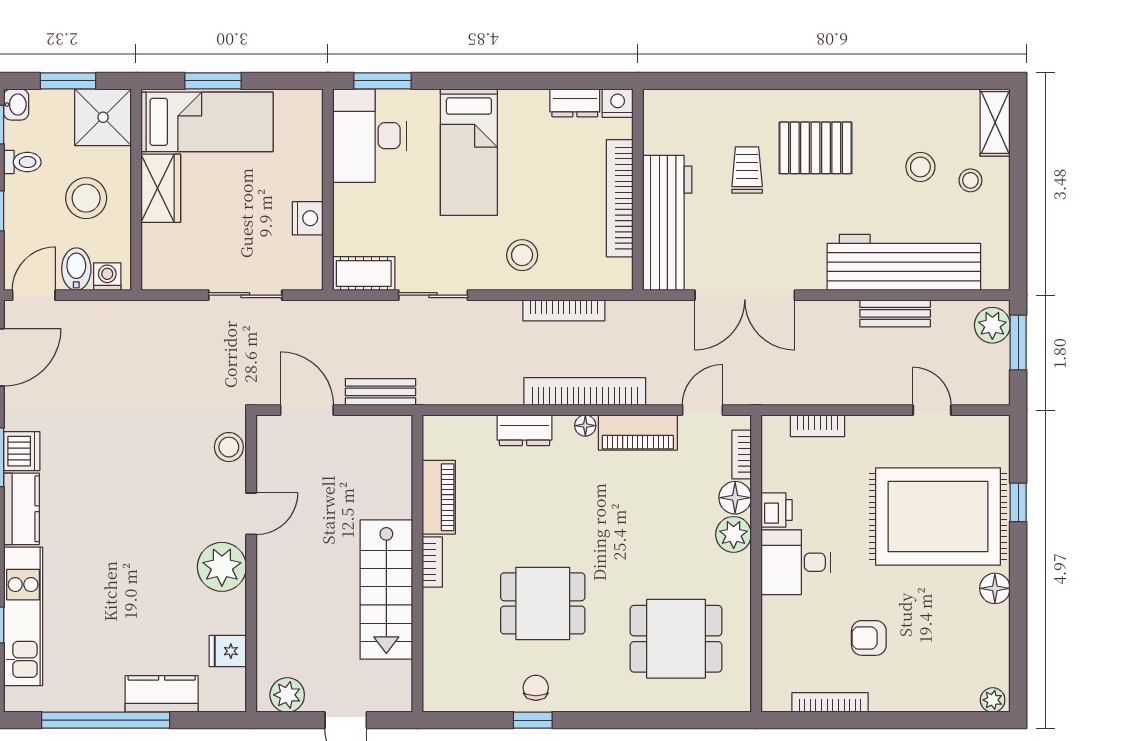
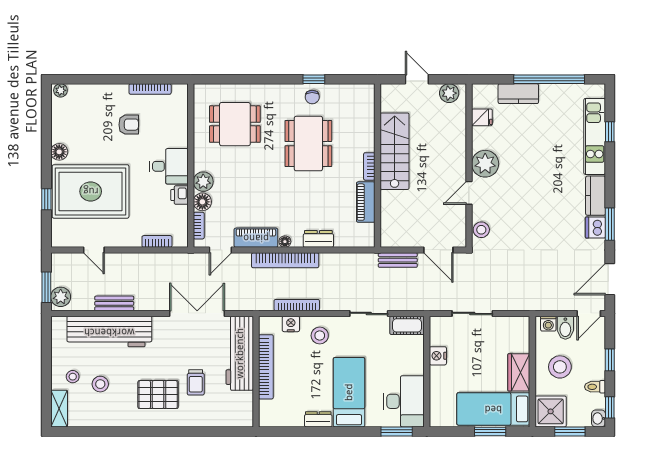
dresser: (575, 103) -> (318, 419), moved
nightstand: (618, 103) -> (291, 324), moved, turned 180
dining table: (543, 603) -> (308, 144), width x1.38

